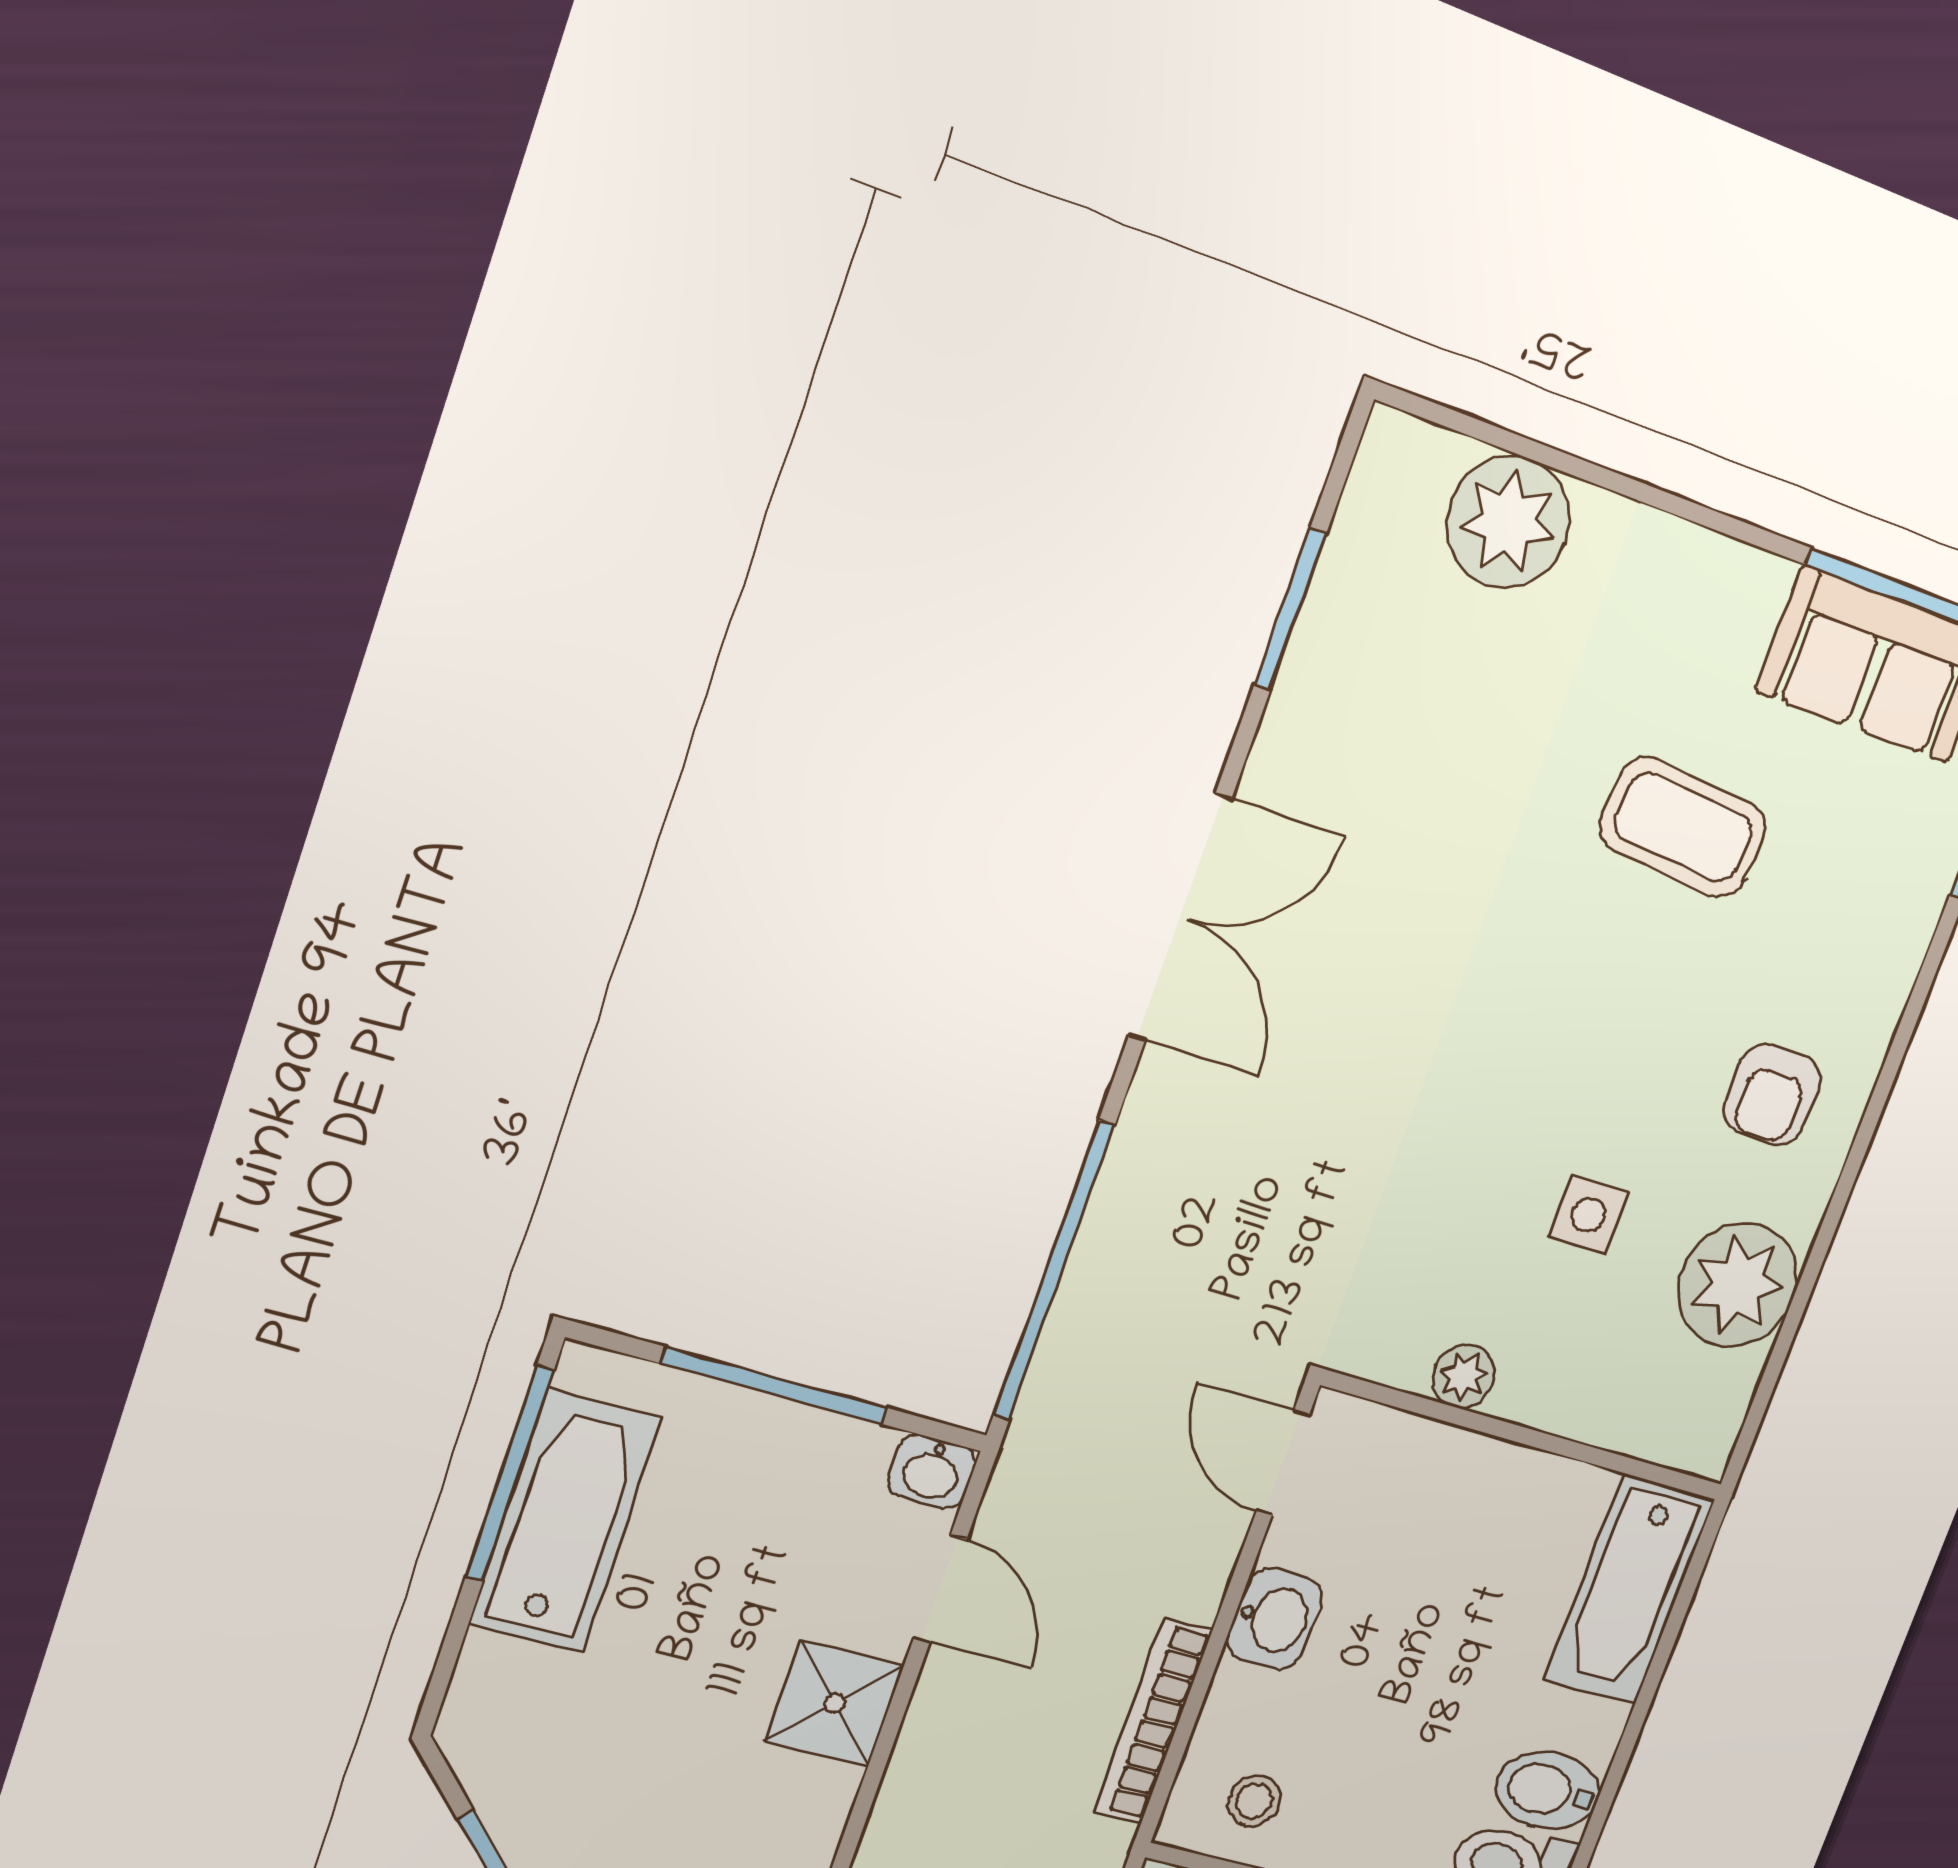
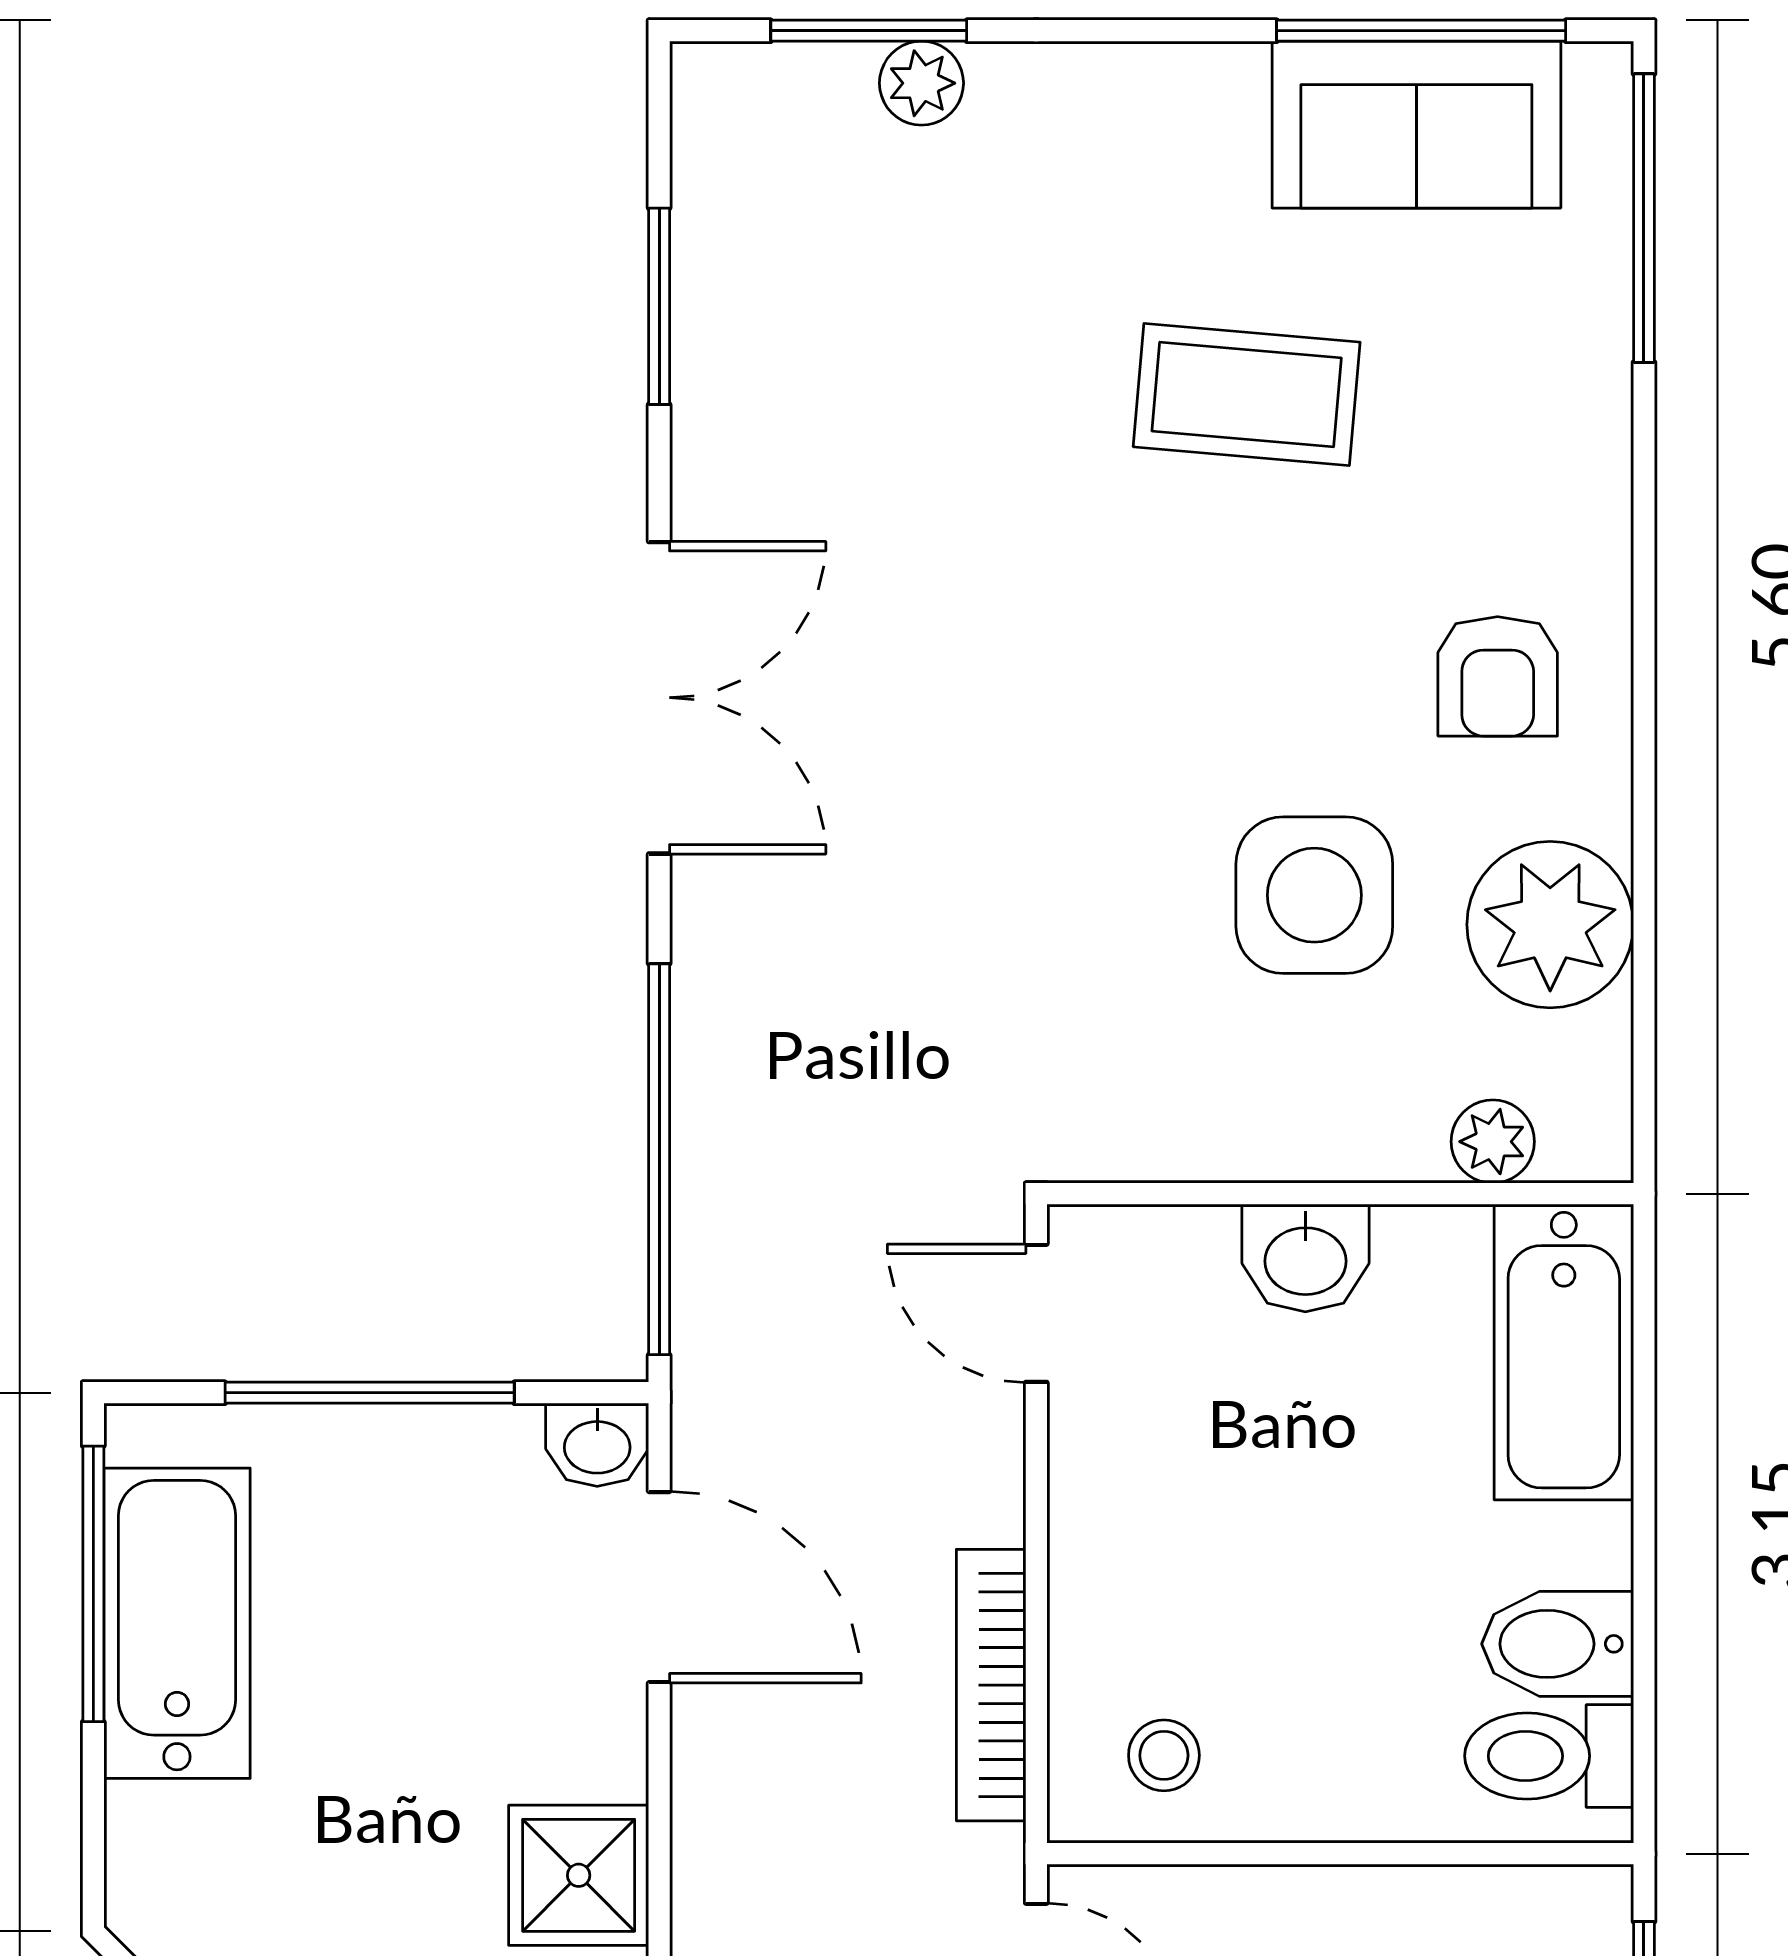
window: (1523, 447) -> (869, 31), added
plant: (1508, 522) -> (921, 83), width x0.53, depth x0.53
side table: (1588, 1215) -> (1314, 895), width x1.87, depth x1.87
plant: (1464, 1376) -> (1493, 1142), moved
door: (940, 1589) -> (659, 1587), width x1.38
washbasin: (1274, 1619) -> (1305, 1258), moved, turned 90
shower: (835, 1703) -> (579, 1875), moved

